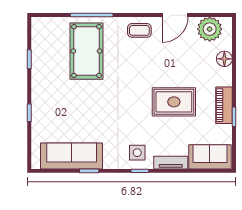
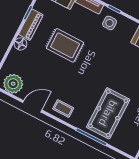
floor lamp: (224, 59) -> (21, 44), moved

